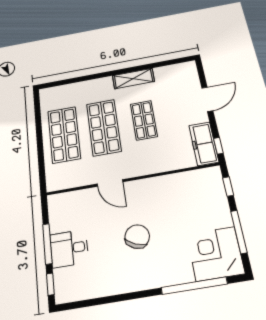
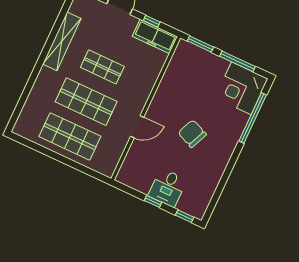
shelving: (133, 79) -> (62, 41), width x1.47
window: (218, 146) -> (152, 21), moved
window: (228, 187) -> (200, 44), width x1.50
window: (47, 244) -> (153, 201), width x0.46

